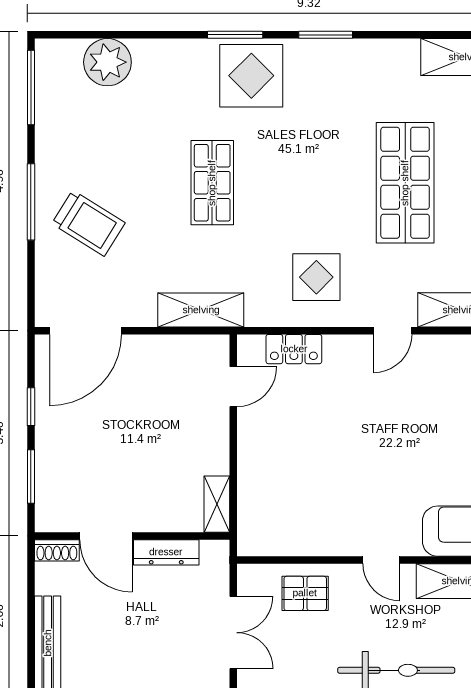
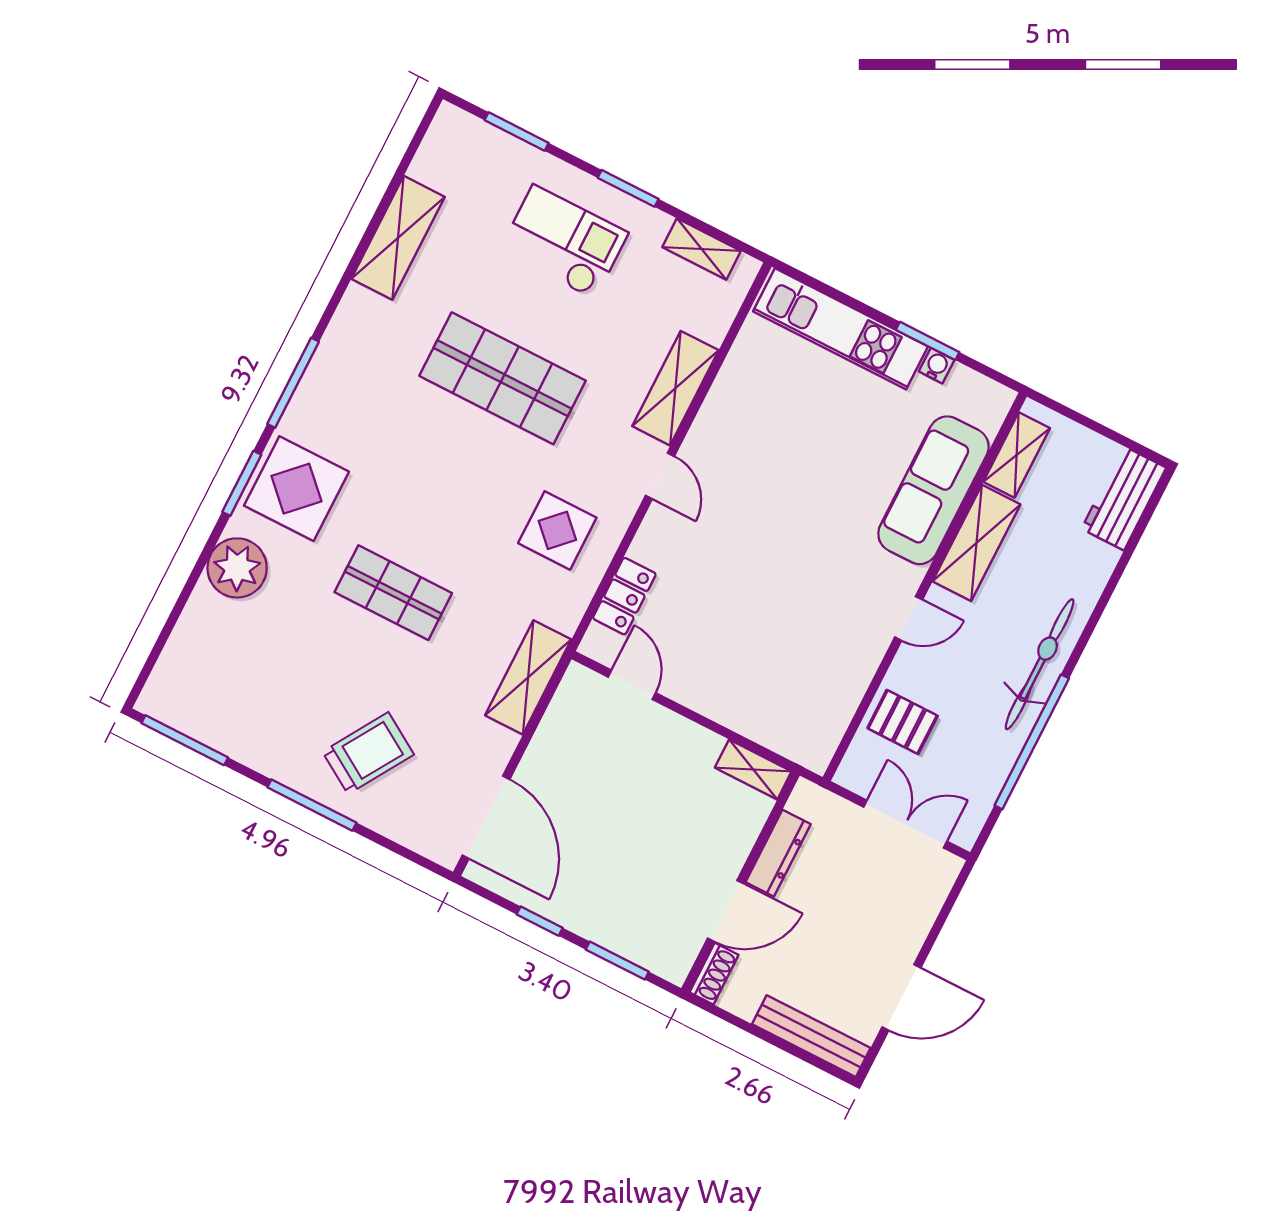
window: (326, 35) -> (293, 383), width x1.44
plant: (107, 62) -> (237, 568), moved
pallet: (305, 593) -> (903, 722), turned 90

